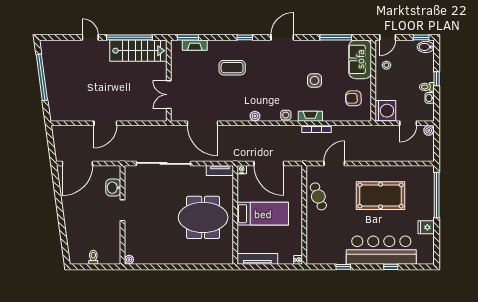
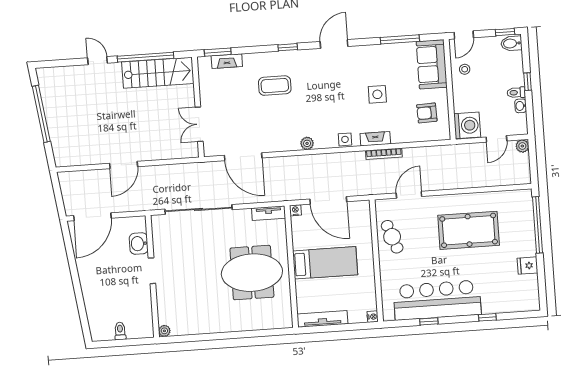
bar counter: (381, 250) -> (437, 300), moved

